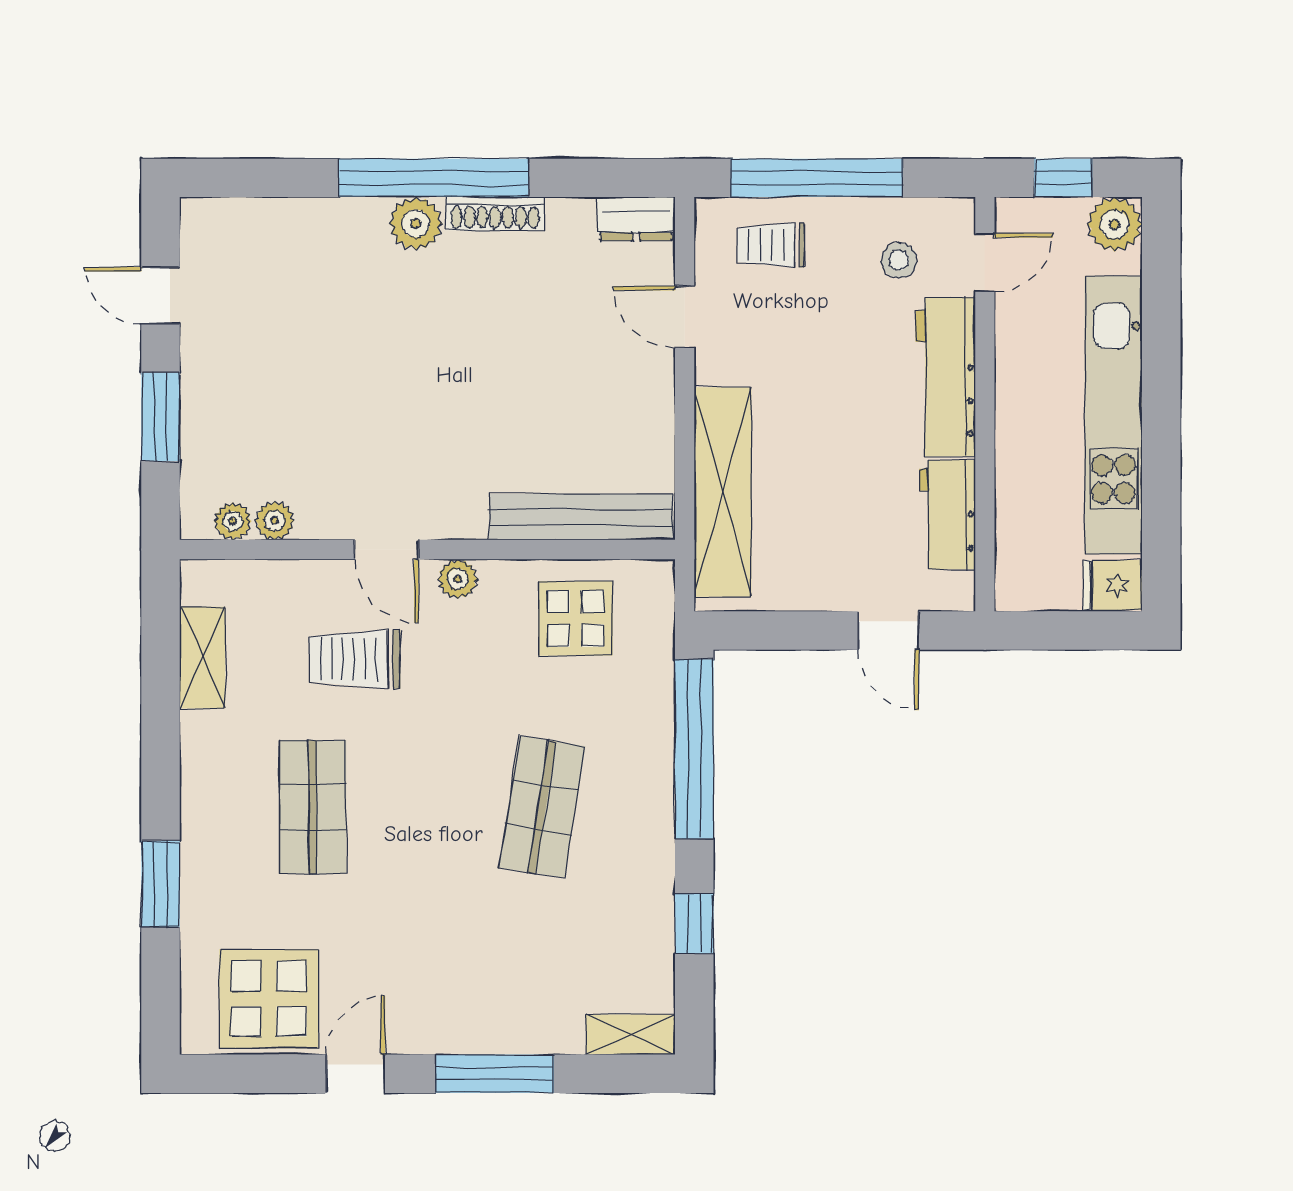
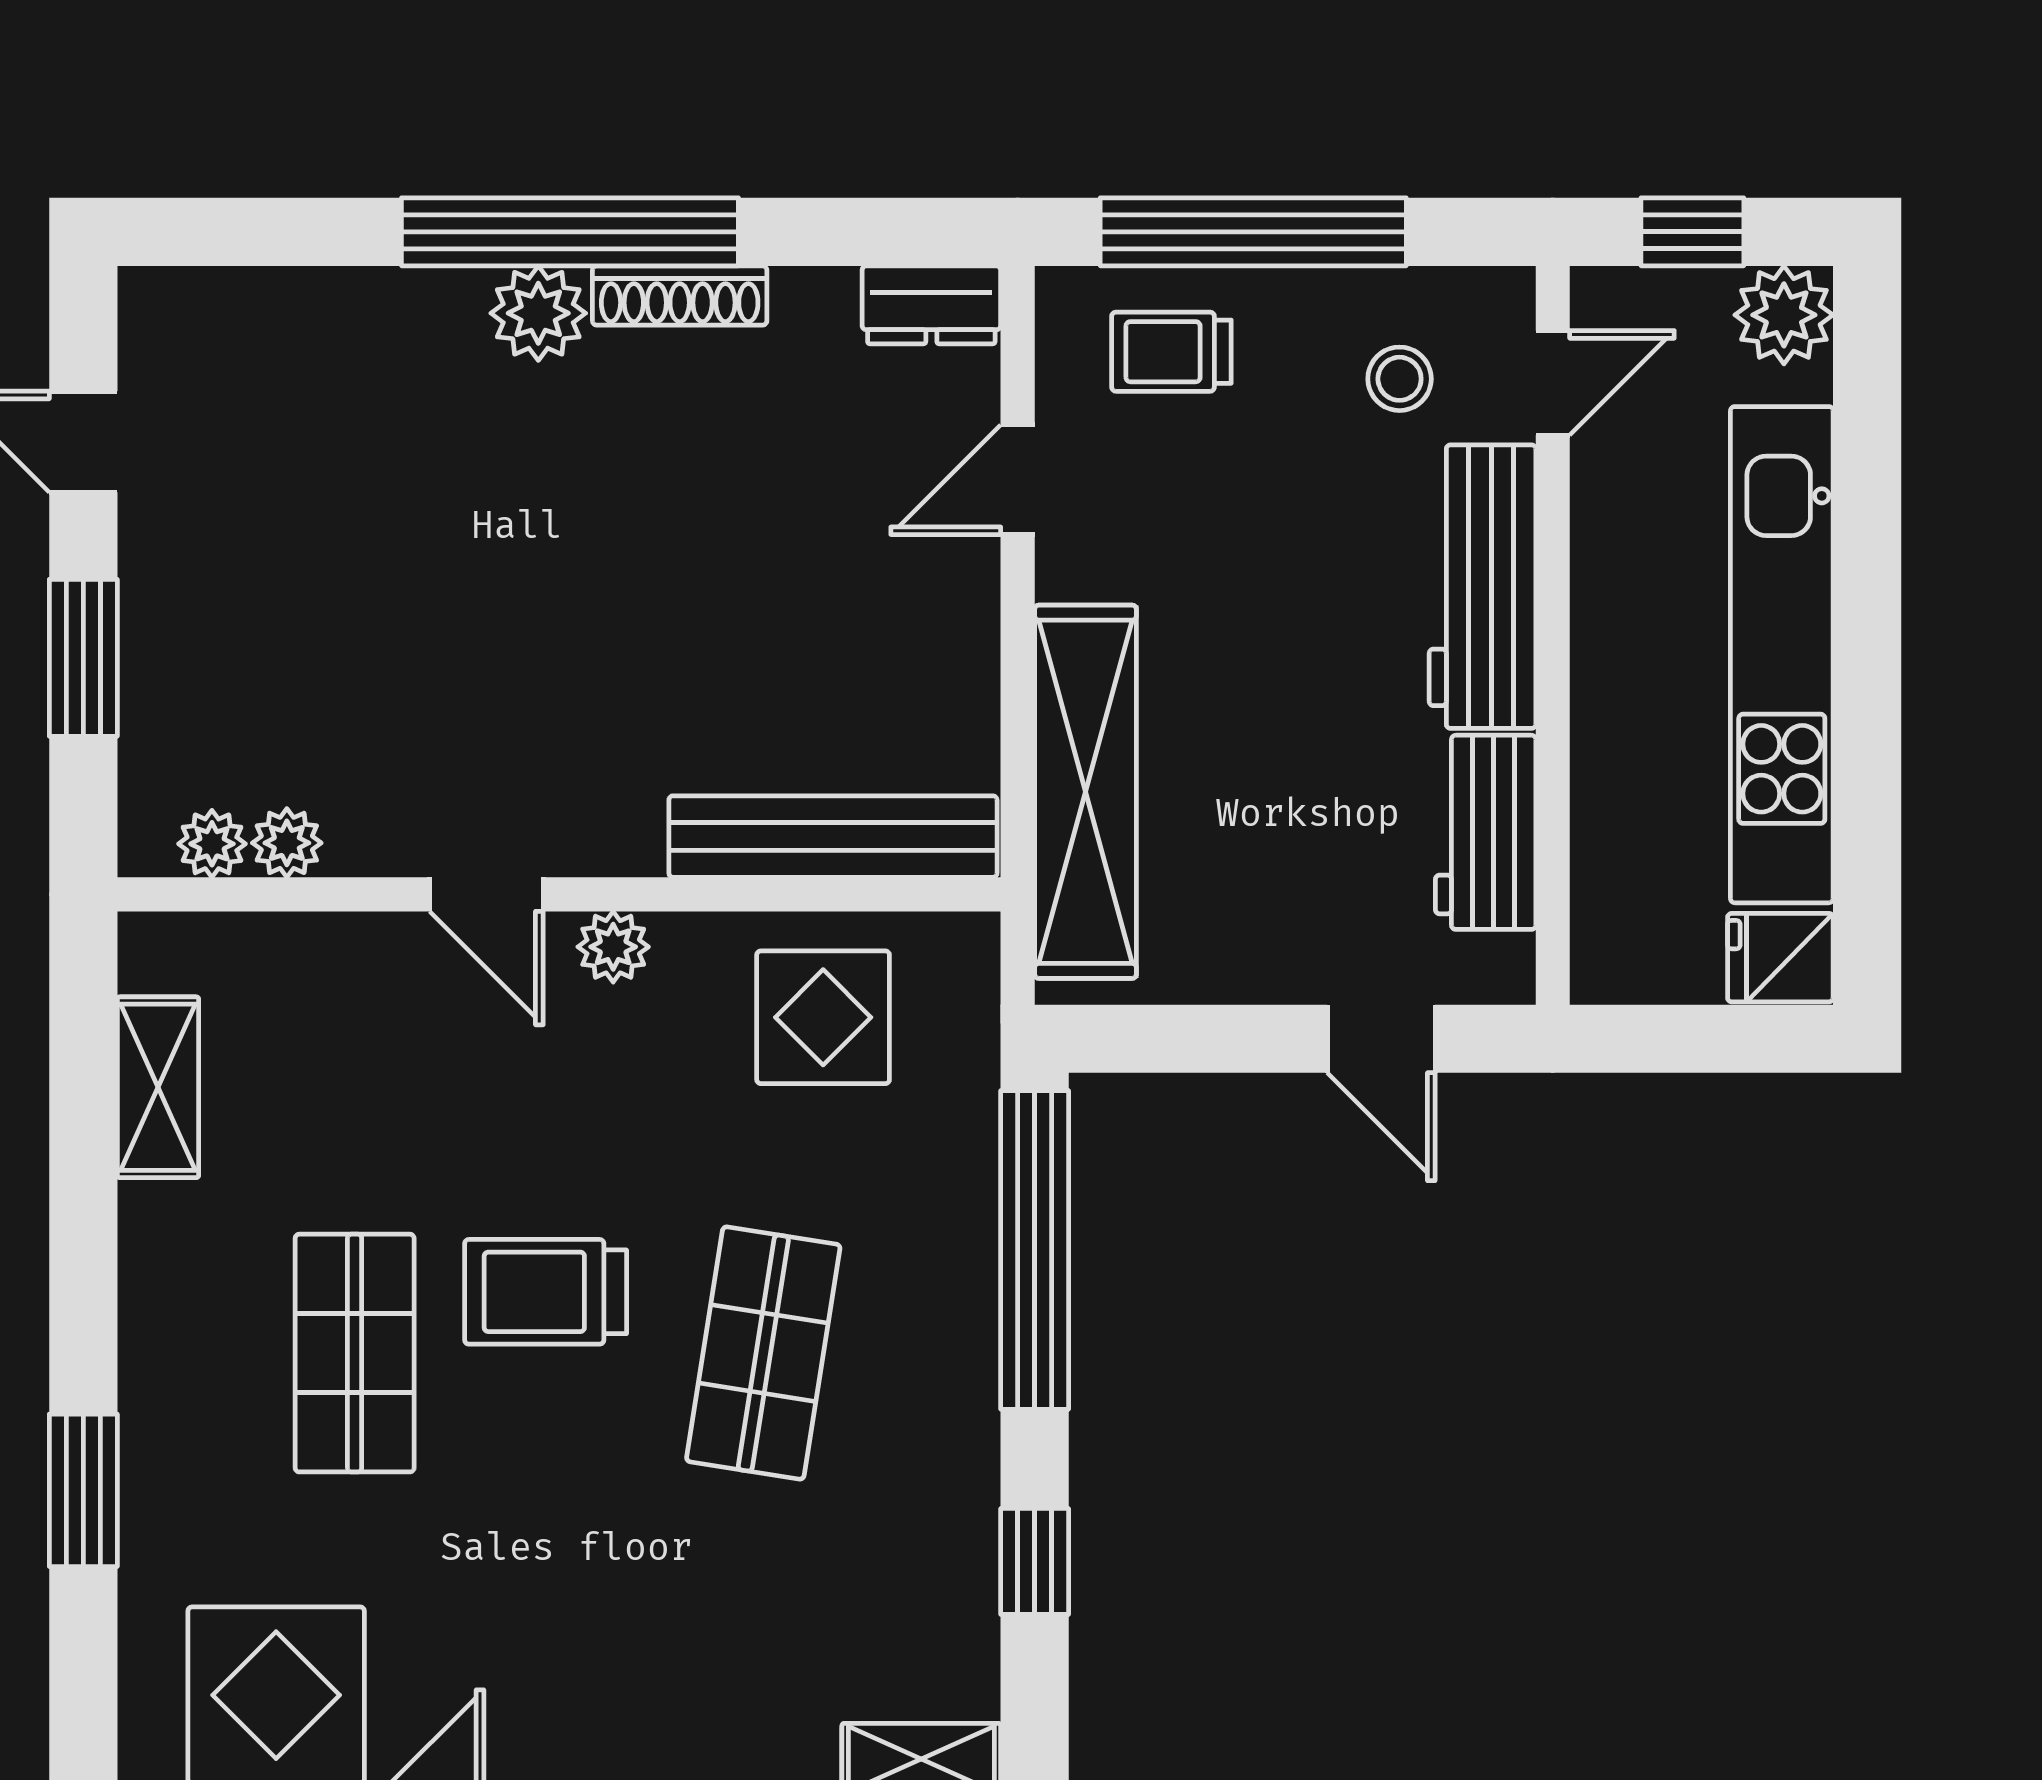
door: (685, 317) -> (1018, 480), hinge flipped
trolley: (355, 659) -> (546, 1292), moved

